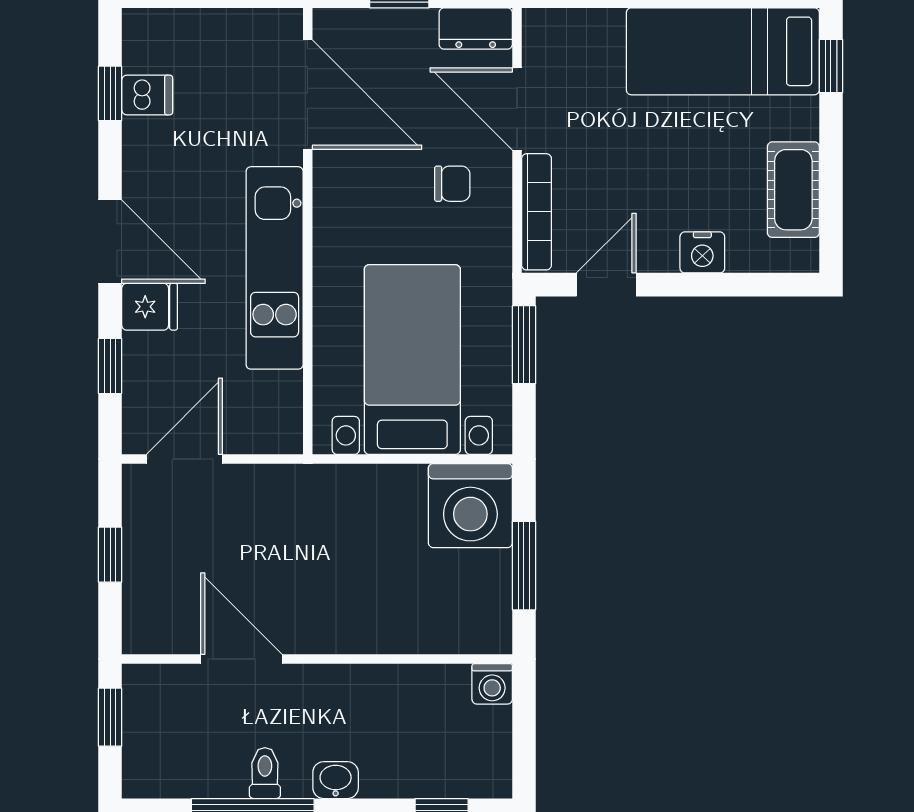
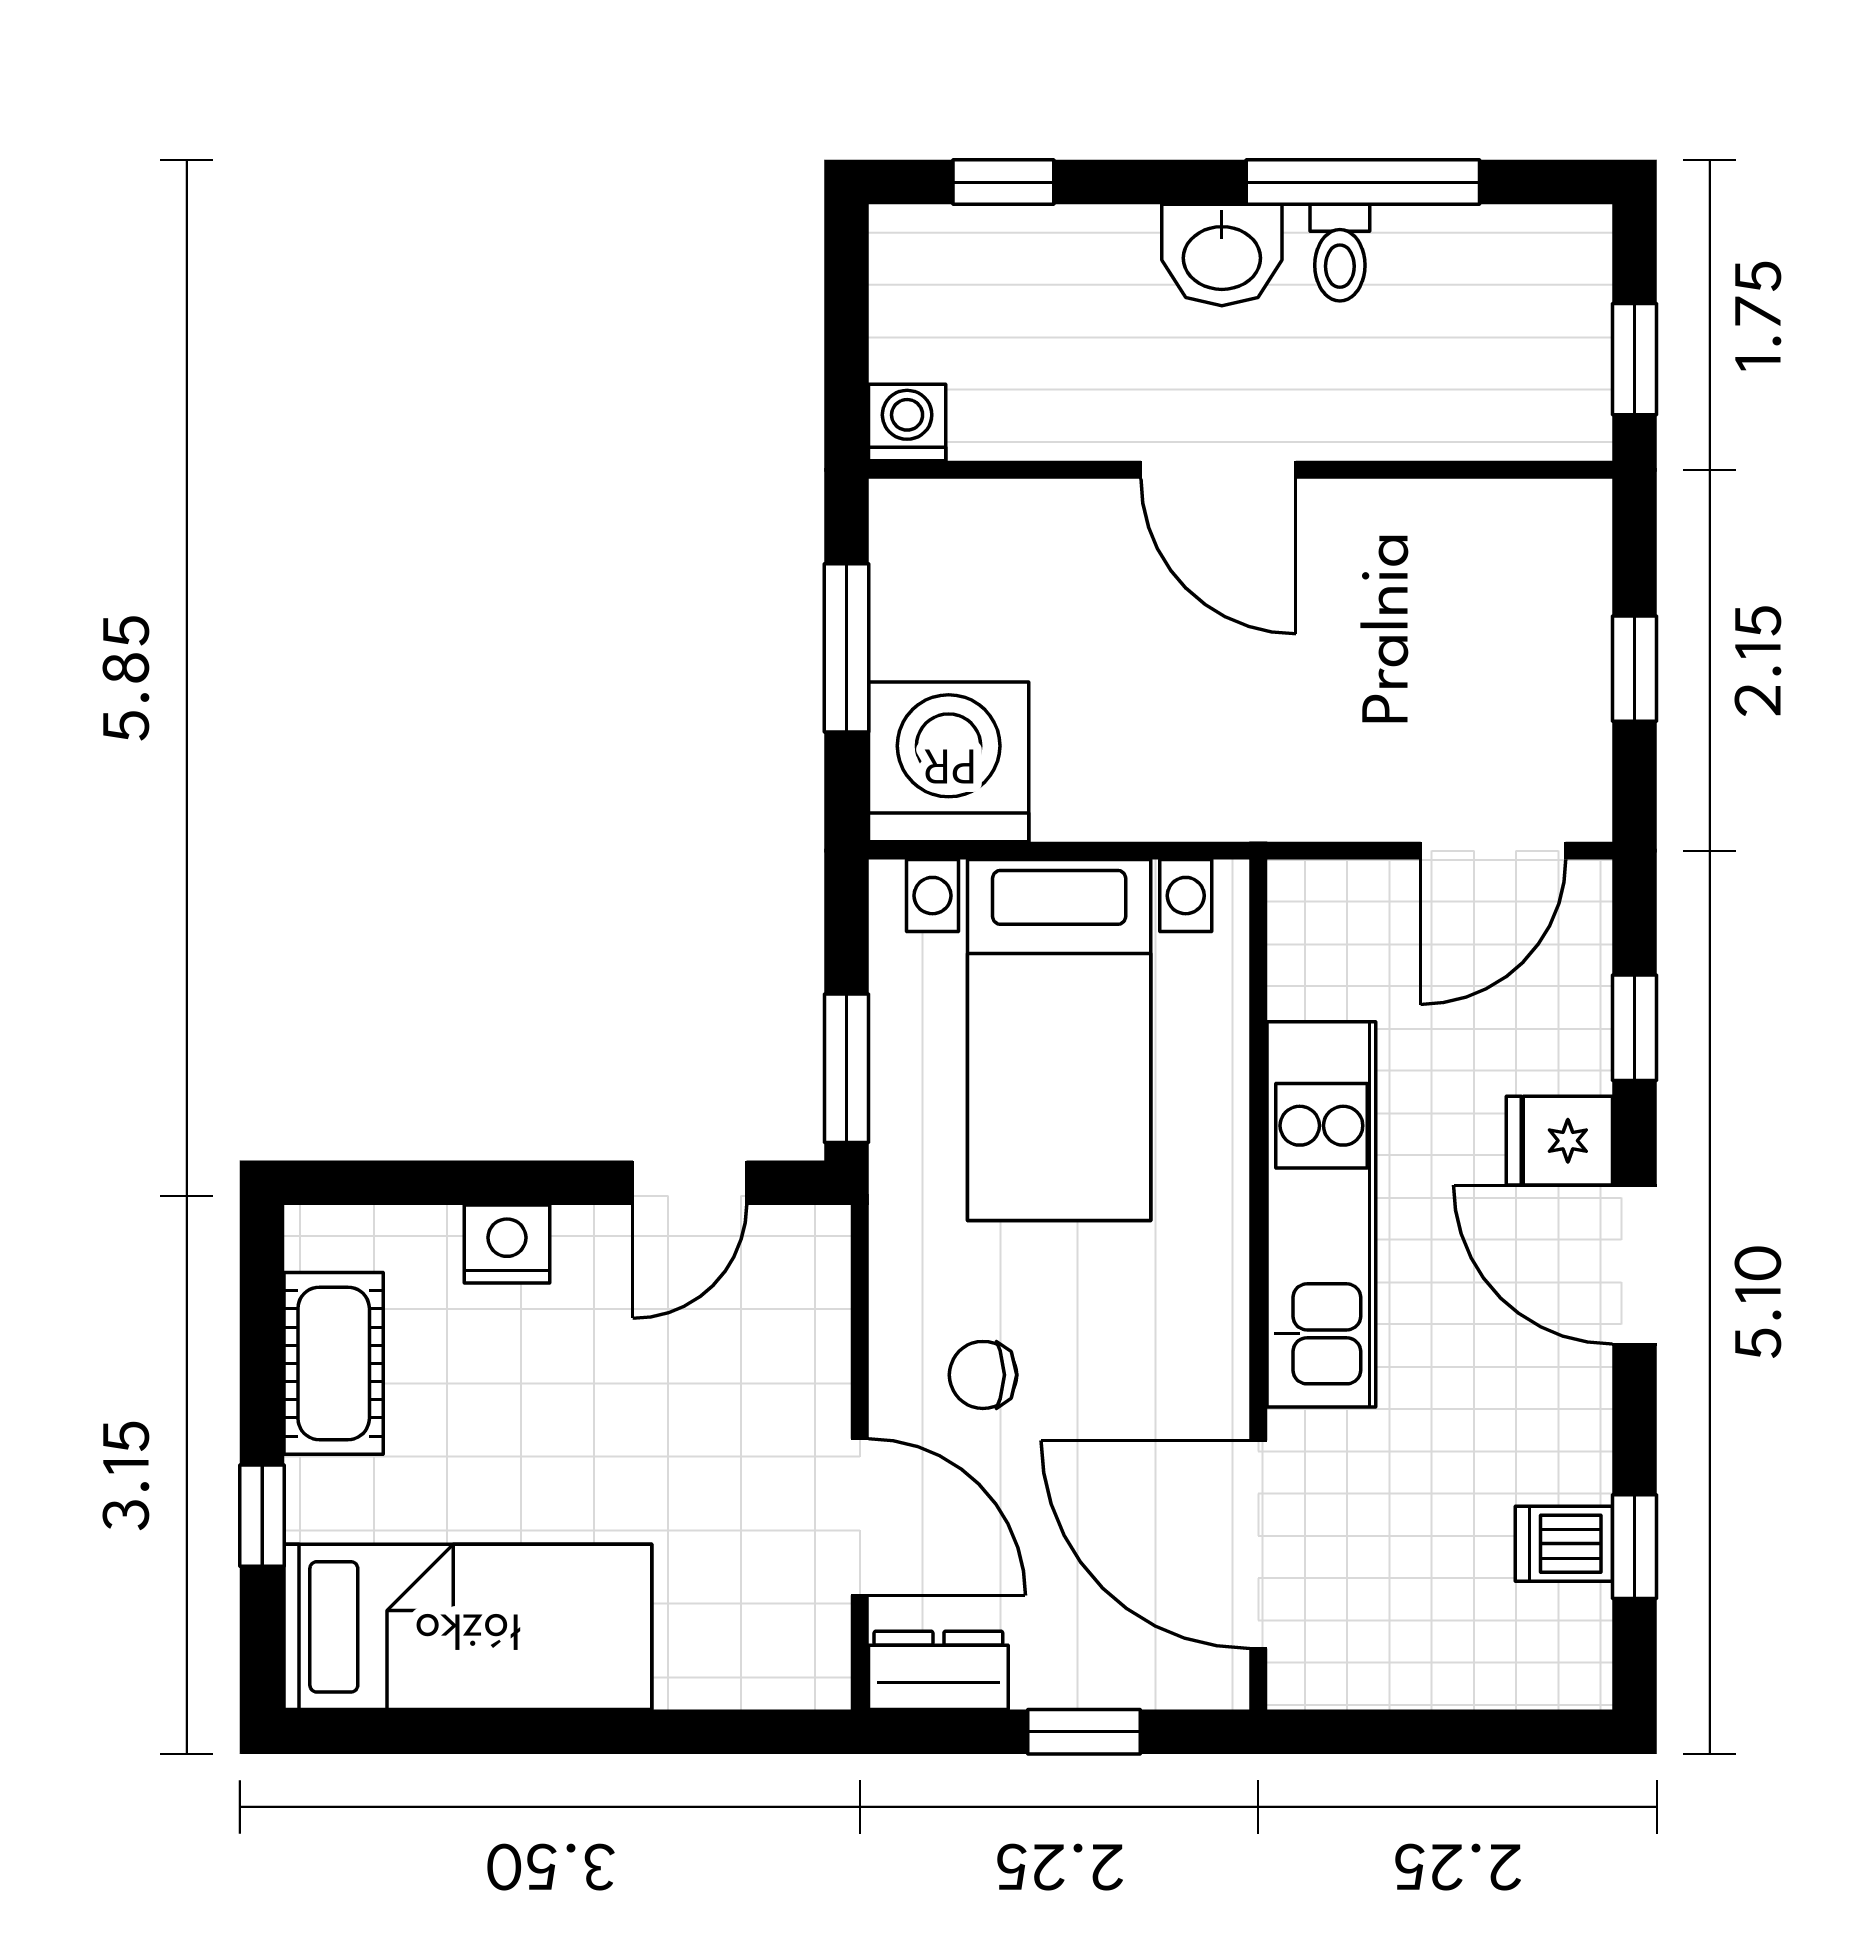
window: (831, 66) -> (262, 1516), moved
bookcase: (537, 212) -> (823, 1321), removed
door: (241, 659) -> (1218, 470), moved
washbasin: (336, 780) -> (1222, 255), width x1.38, depth x1.45

